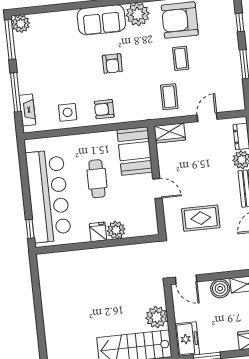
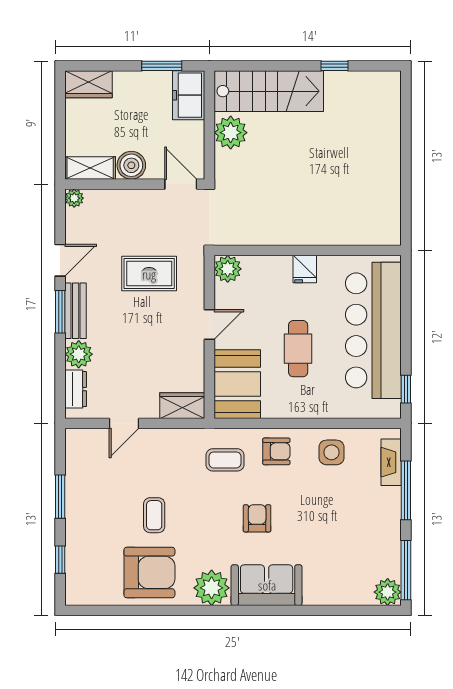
coffee table: (169, 97) -> (225, 460), moved, turned 90
door: (157, 188) -> (209, 325), swing flipped
window: (30, 229) -> (406, 389), moved
plant: (116, 230) -> (228, 269), moved

